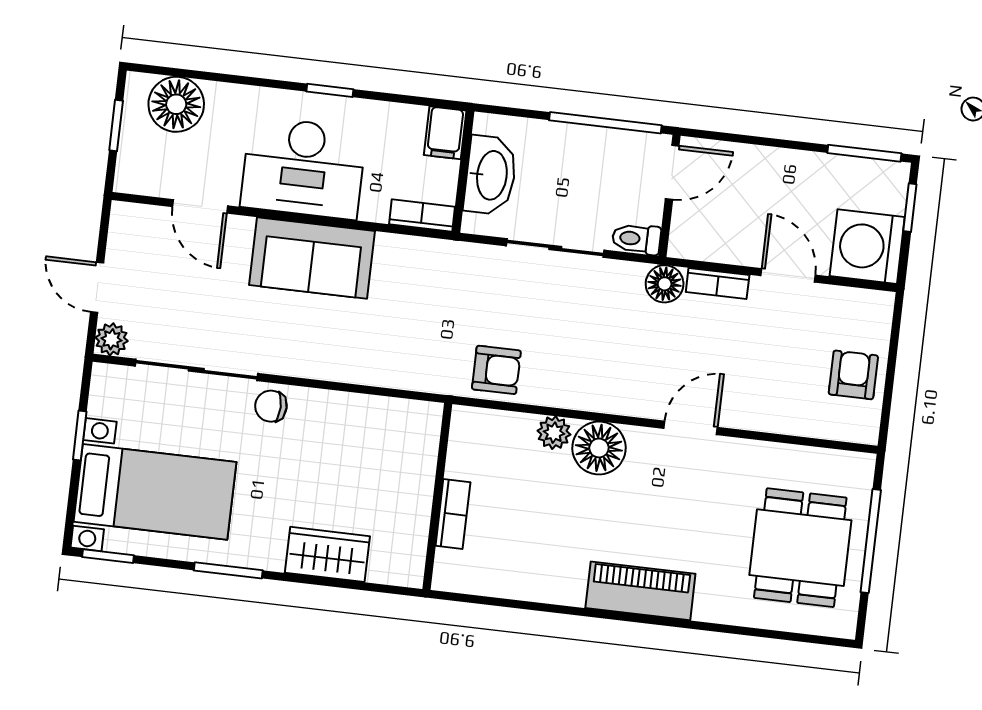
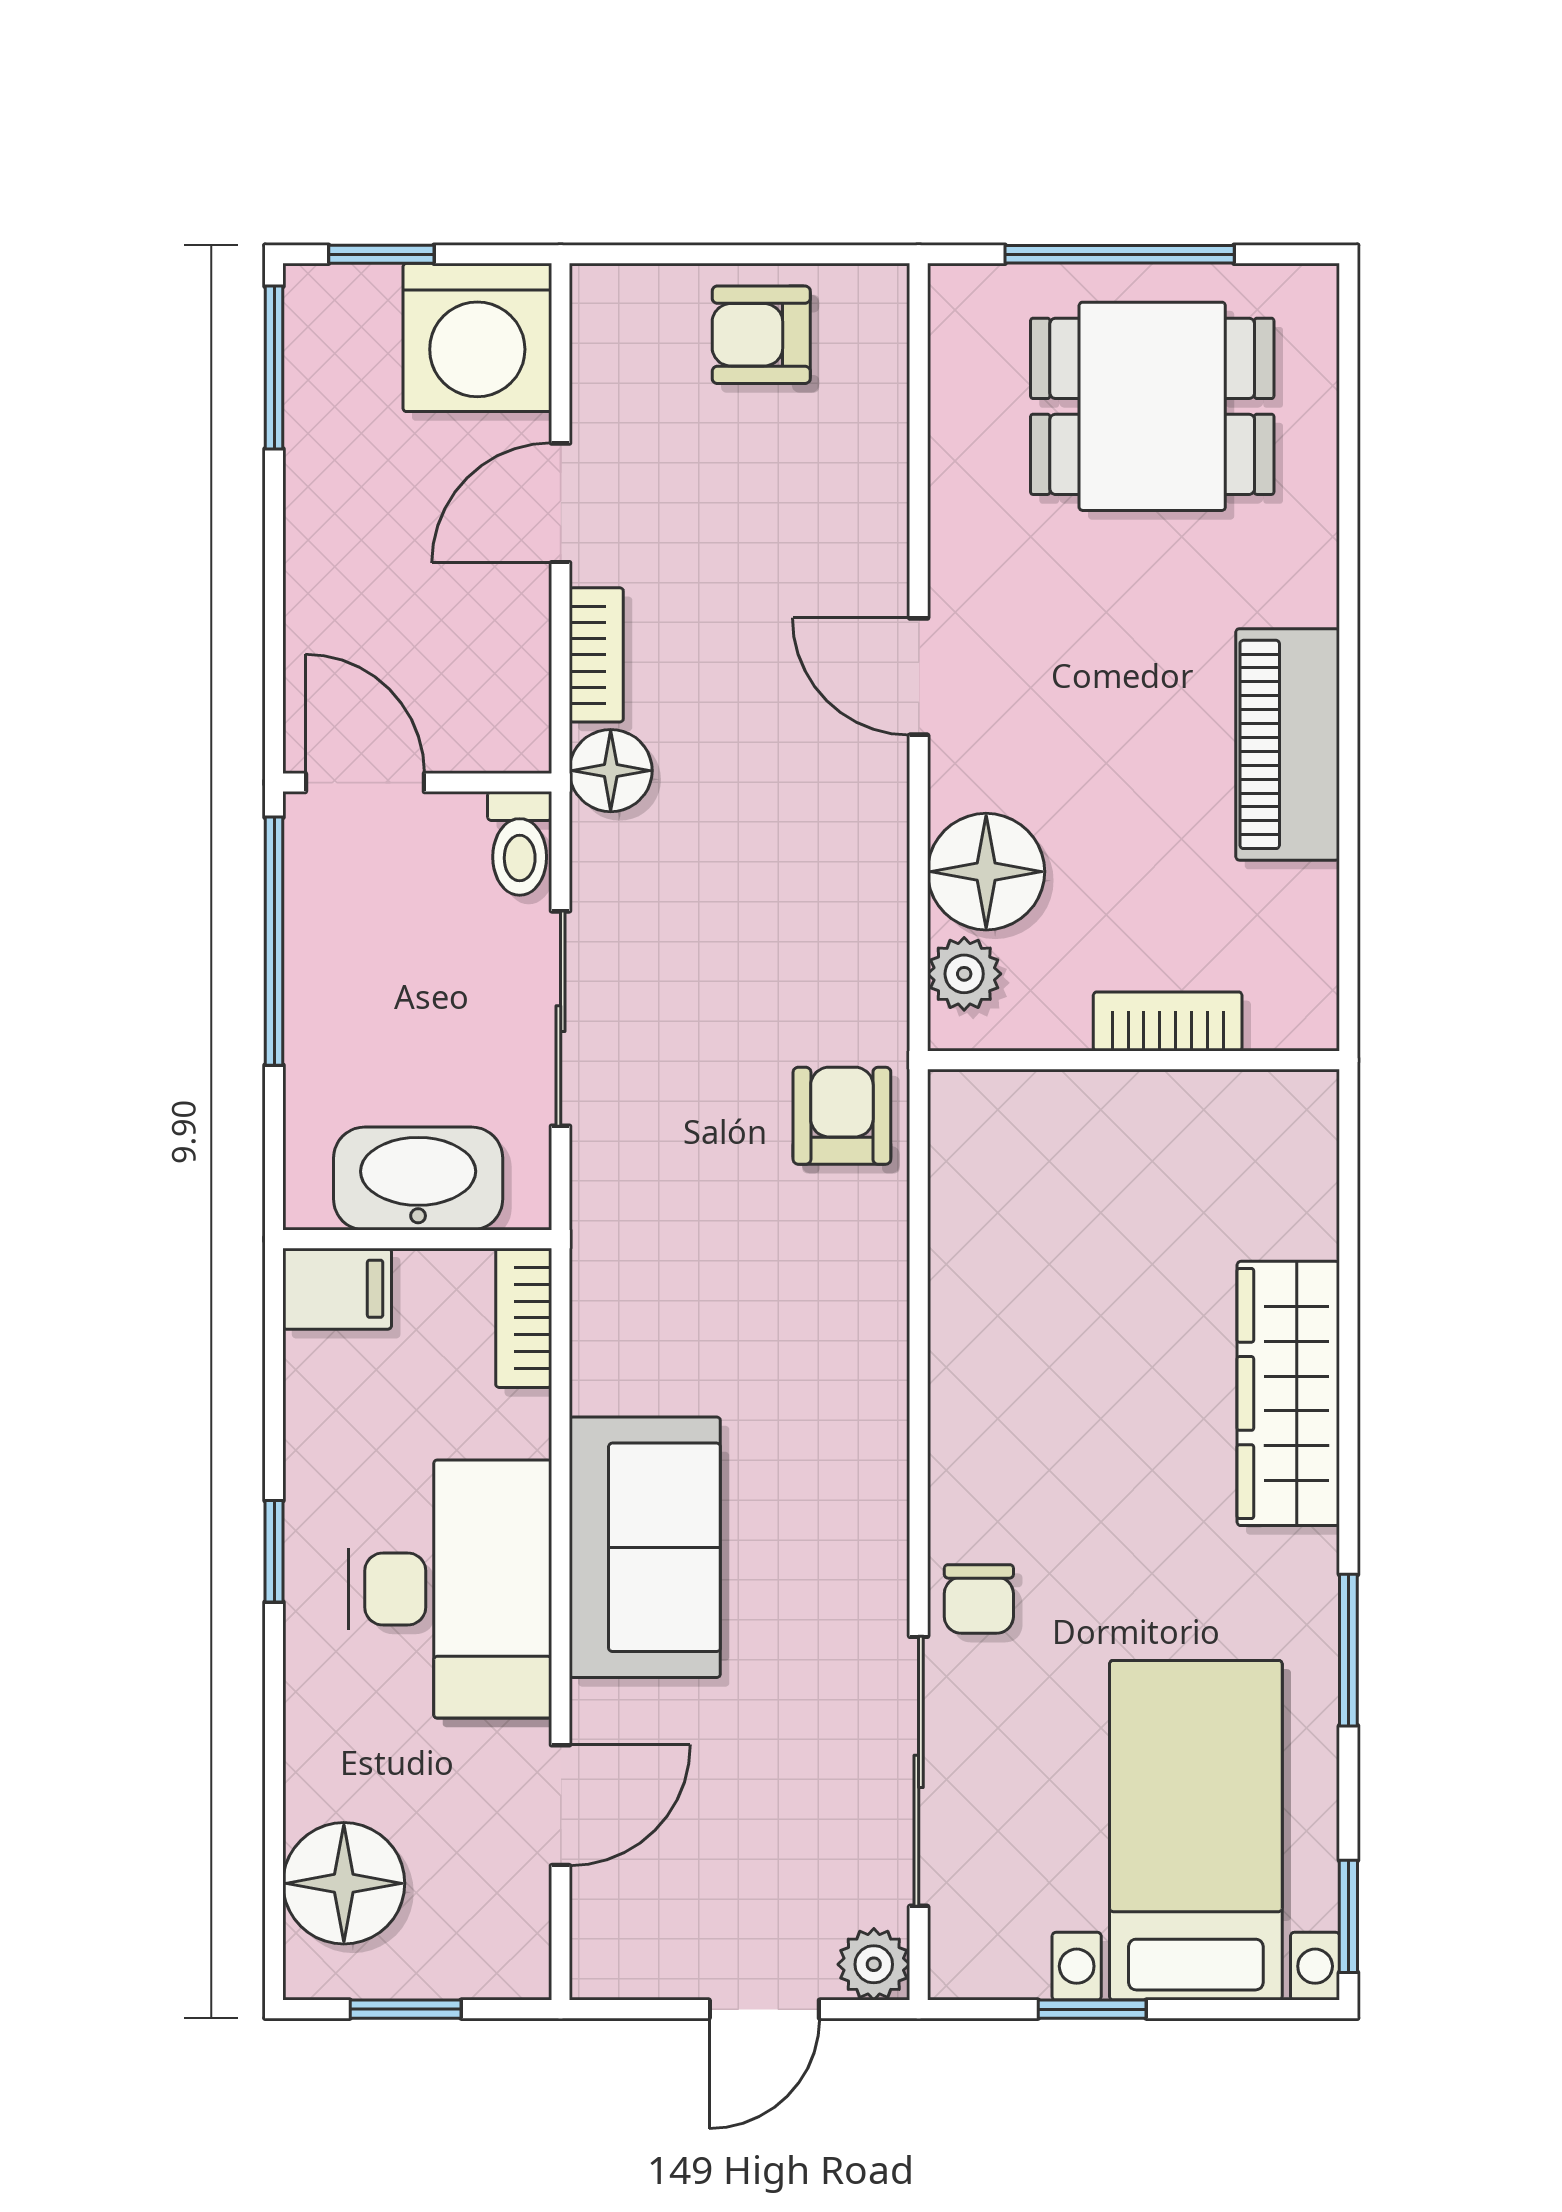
wall: (437, 496) -> (1134, 1060), moved
bookcase: (453, 514) -> (1168, 1021), moved
wardrobe: (327, 554) -> (1288, 1393), width x1.50

